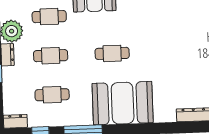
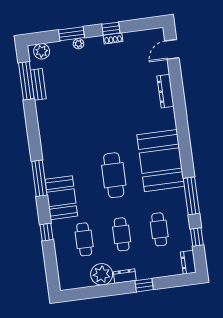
cafe table: (112, 53) -> (114, 175), width x1.37, depth x1.35

